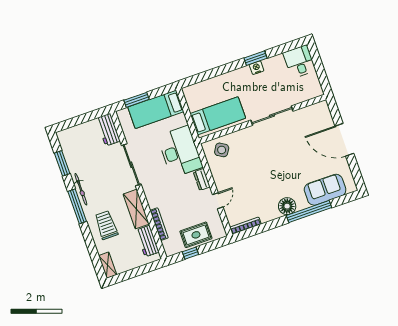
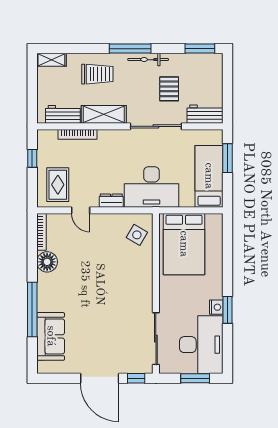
desk: (299, 62) -> (201, 345), width x1.87, depth x1.30
window: (318, 65) -> (195, 378), added
window: (334, 111) -> (136, 378), added
bed: (218, 116) -> (184, 244), width x1.50
sliding door: (272, 116) -> (156, 339), moved
door: (344, 140) -> (100, 378), swing flipped
window: (62, 163) -> (200, 49), moved
pallet: (98, 165) -> (169, 89), added
floor lamp: (287, 206) -> (47, 262), moved
rug: (196, 235) -> (58, 185), moved

